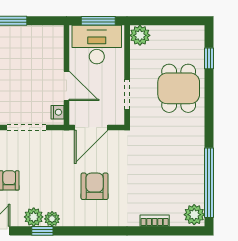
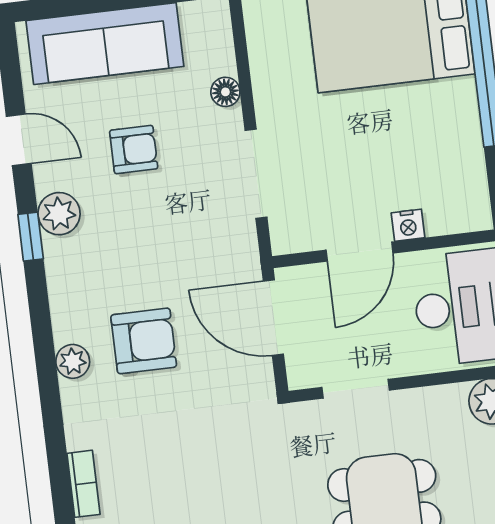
nightstand: (57, 112) -> (408, 225), moved
plant: (52, 219) -> (73, 361), moved

